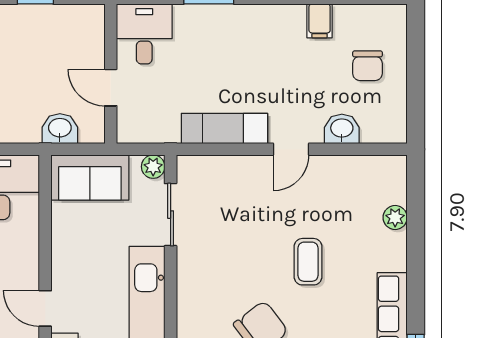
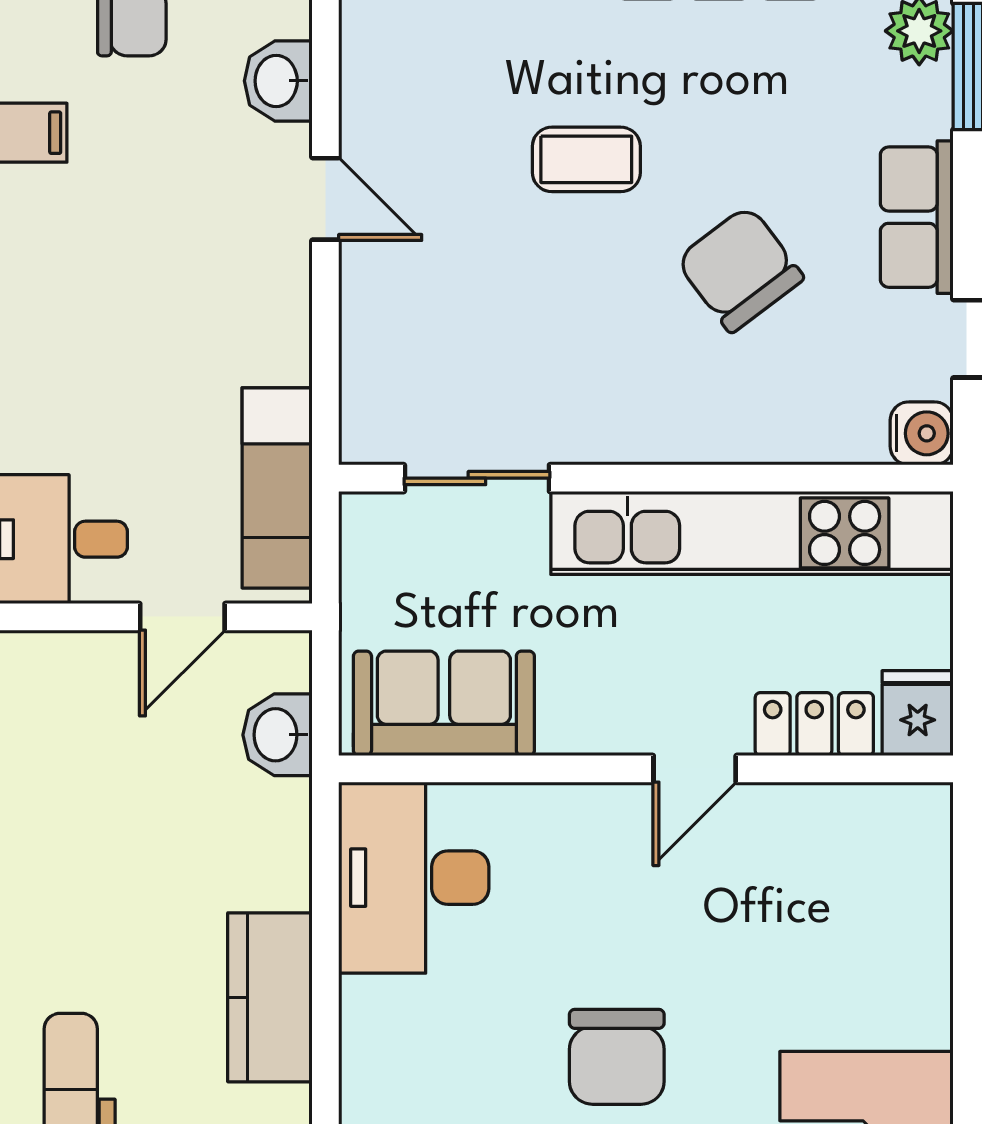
exam couch: (224, 128) -> (277, 488), moved
plant: (153, 167) -> (366, 519), removed
sofa: (90, 177) -> (444, 703), moved, turned -90

